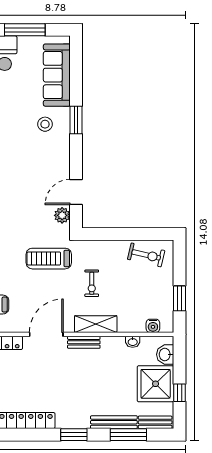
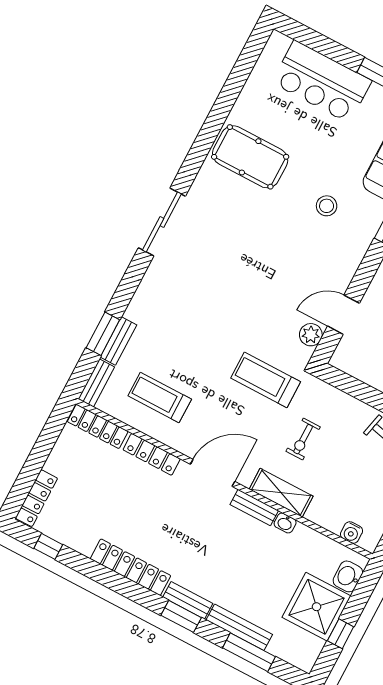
stool: (45, 124) -> (327, 206), moved
washbasin: (133, 342) -> (285, 523), moved
bench: (155, 422) -> (188, 600), moved

